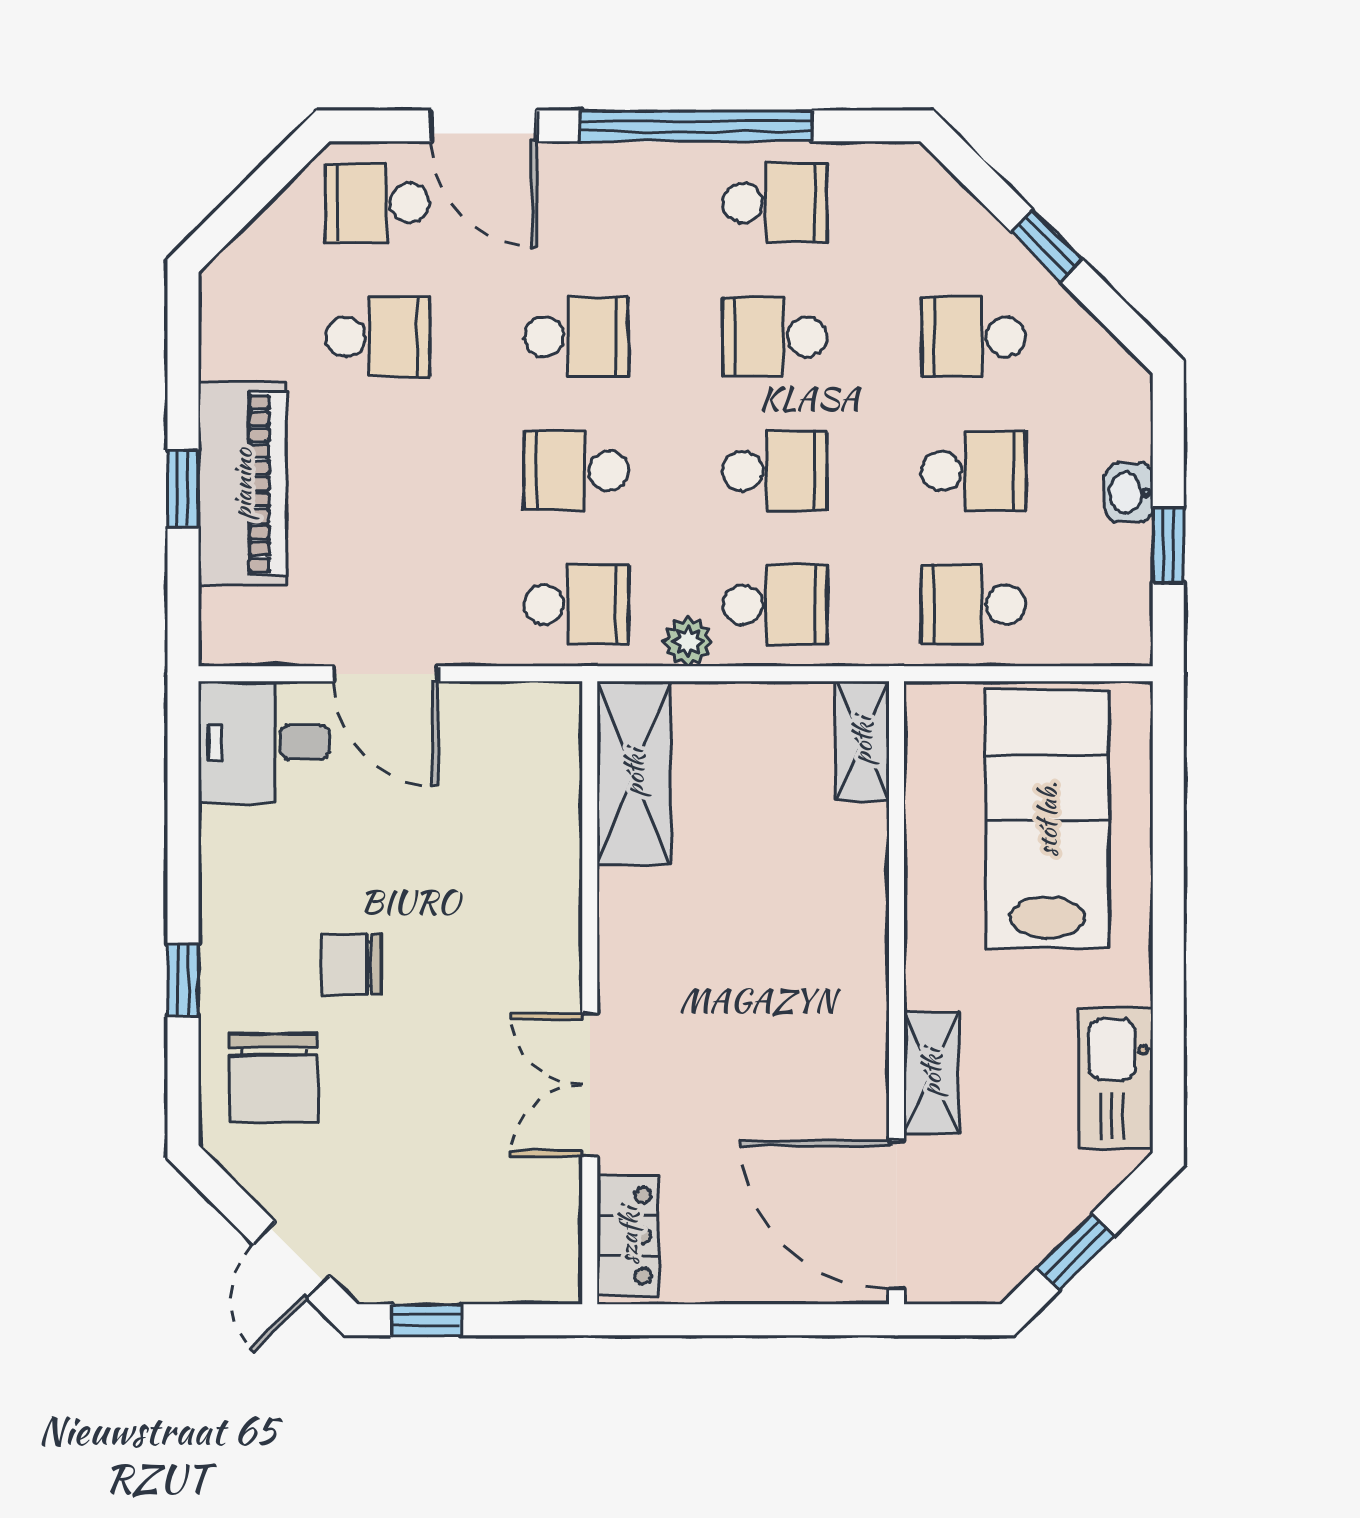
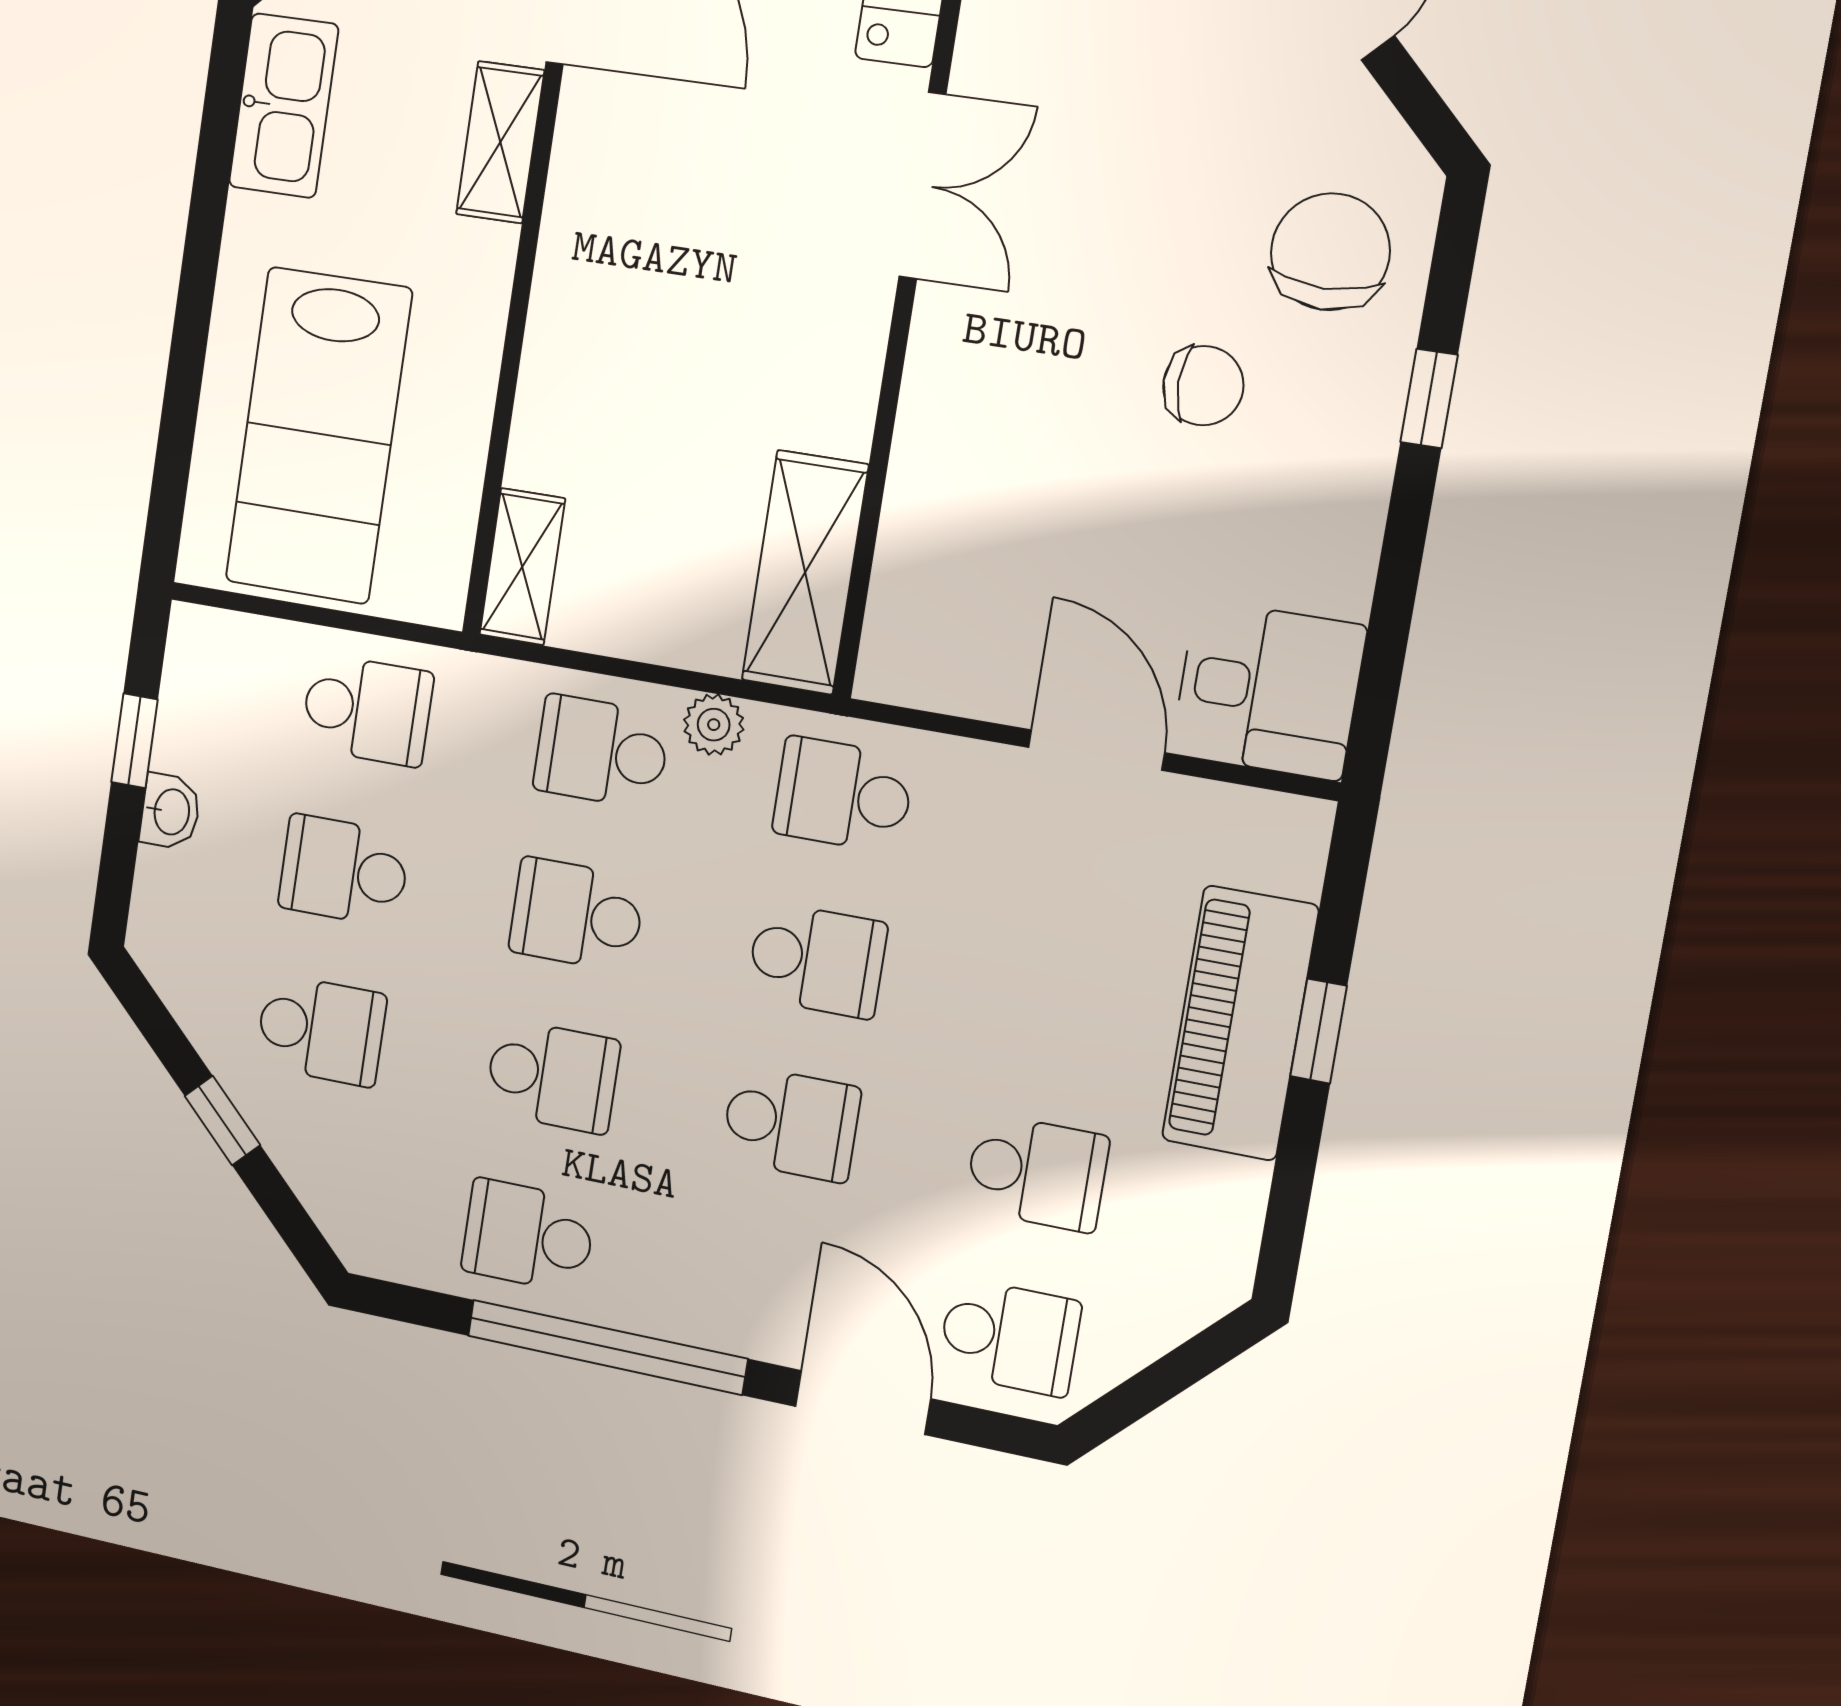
school desk: (378, 337) -> (1037, 1173), turned 180
school desk: (576, 337) -> (791, 1124), turned 180

